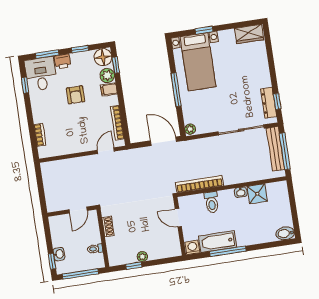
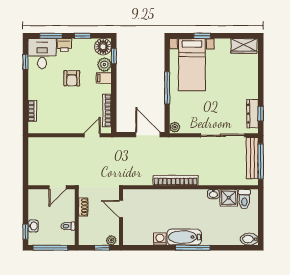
toilet: (212, 202) -> (244, 199), moved
door: (178, 218) -> (121, 209), moved
wall: (180, 226) -> (121, 217), moved

